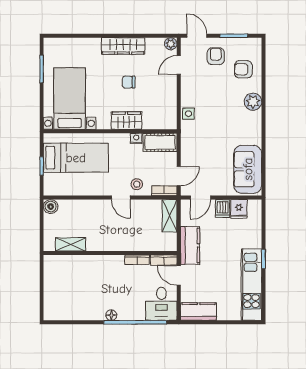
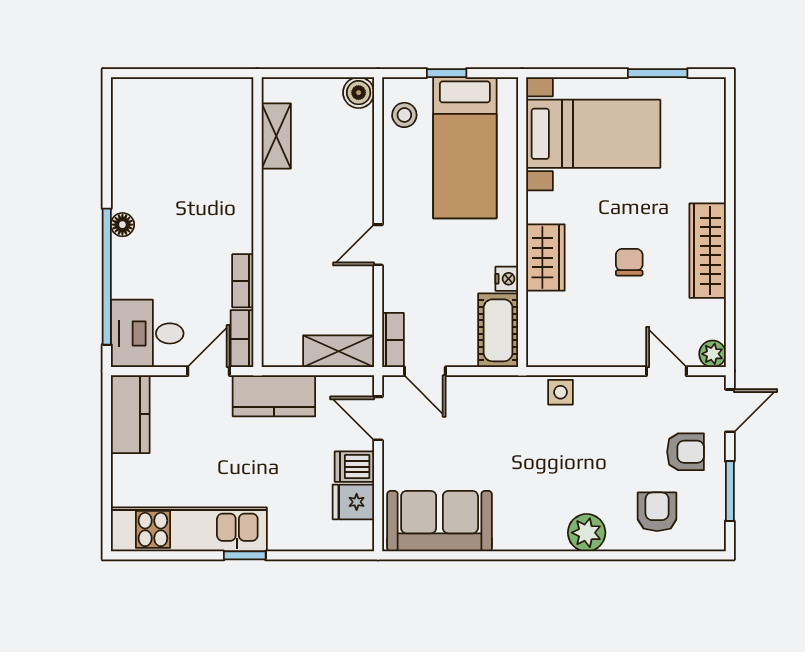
stool: (137, 184) -> (404, 115), moved

